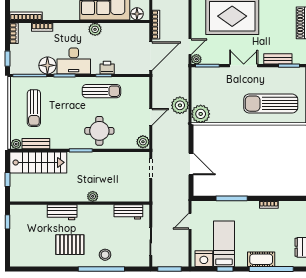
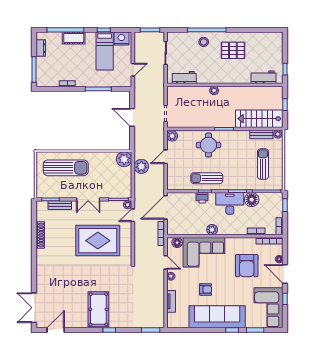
workbench: (62, 212) -> (263, 77), moved

